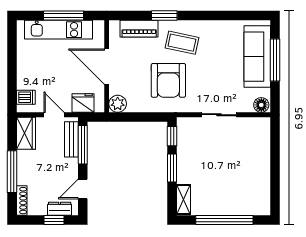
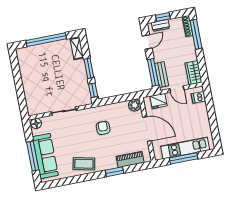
coffee table: (182, 43) -> (84, 164), moved
armchair: (168, 80) -> (103, 128), width x0.53, depth x0.53
window: (12, 172) -> (196, 34), moved

